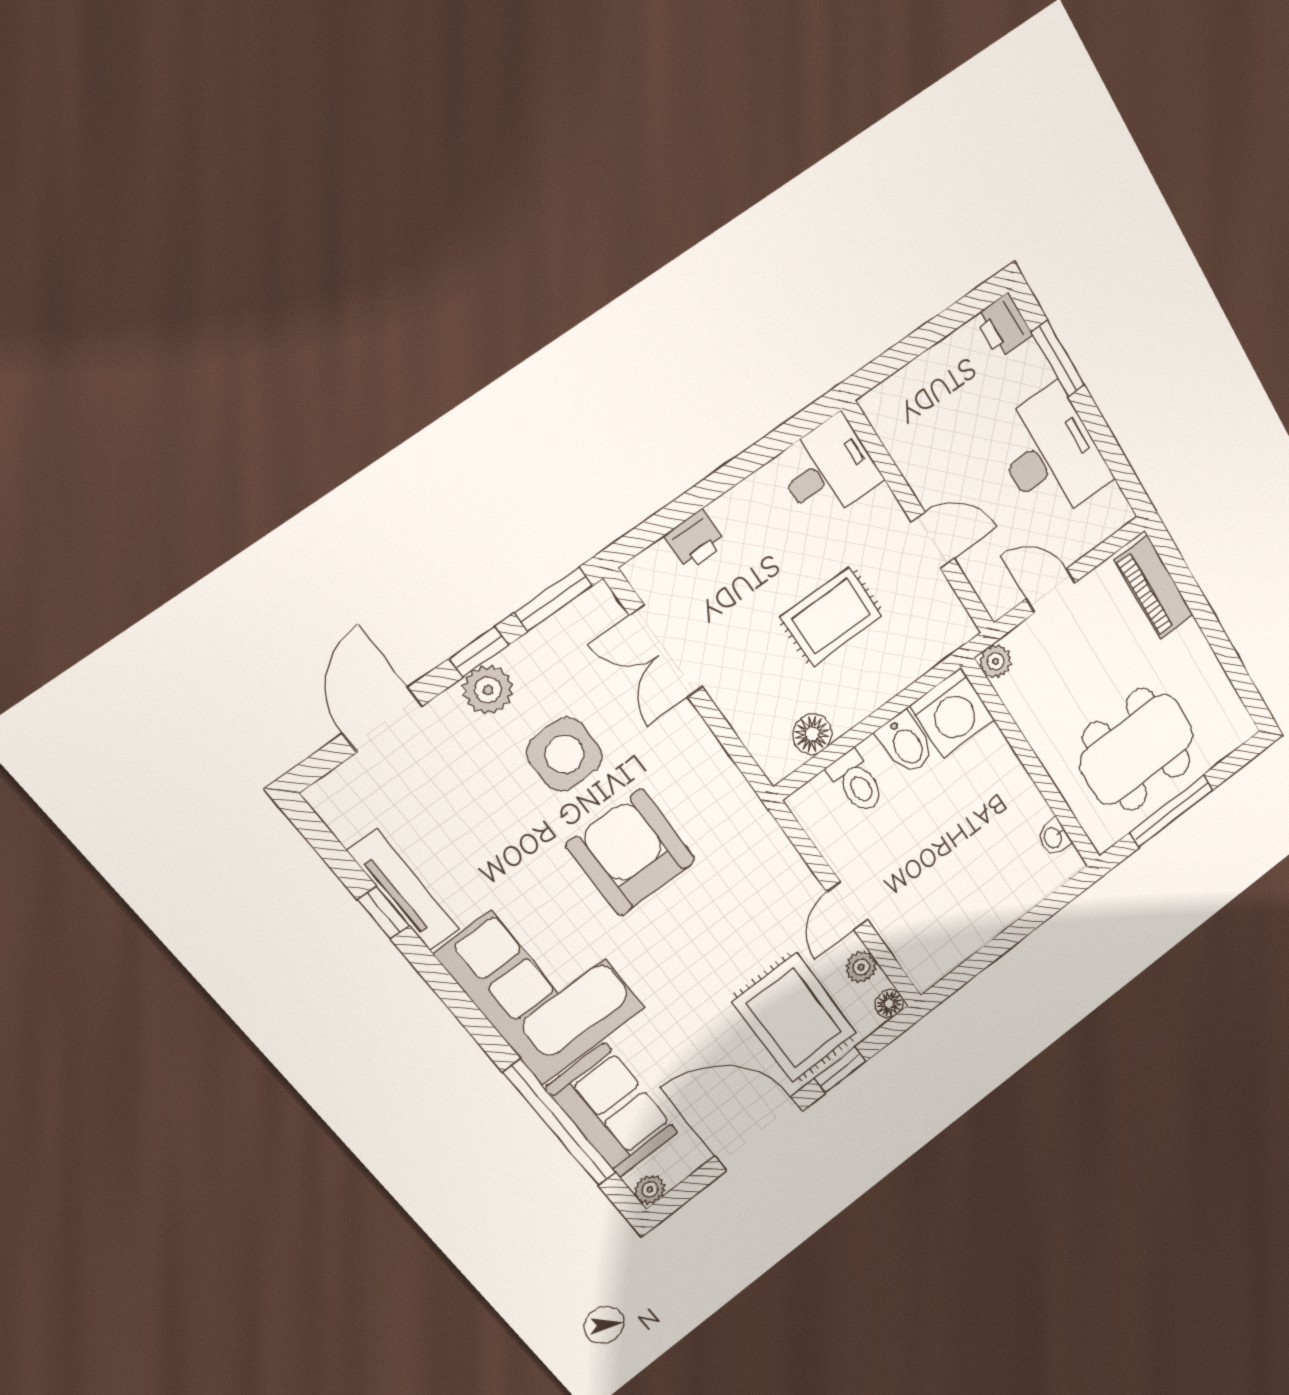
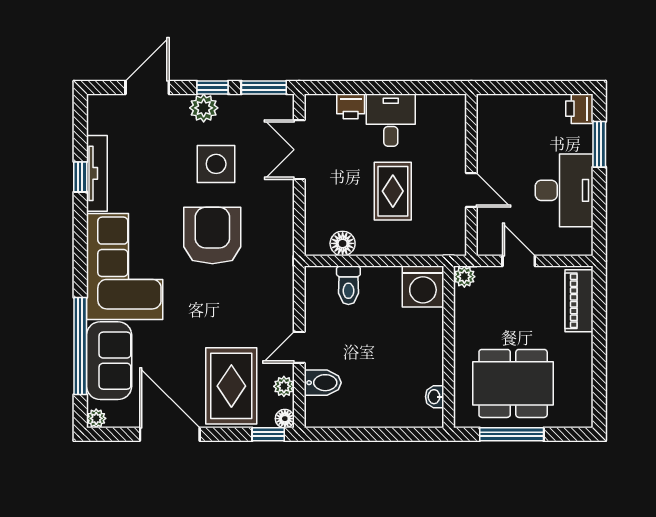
desk: (828, 470) -> (391, 120), moved, turned -90
rug: (831, 616) -> (393, 191), turned 90
bidet: (906, 743) -> (323, 383), moved, turned -90
window: (840, 1070) -> (268, 434), moved

